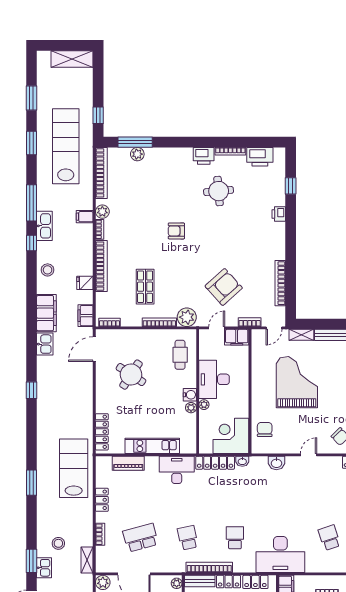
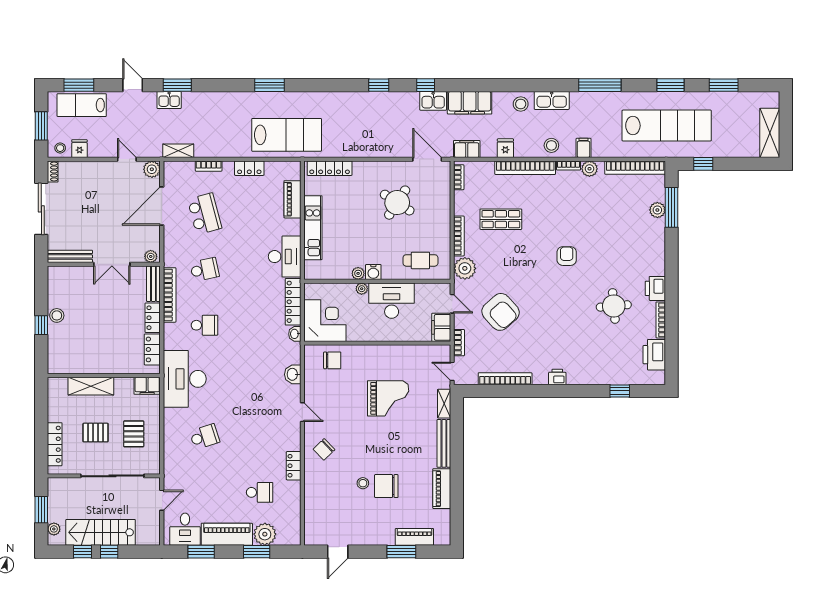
printer: (279, 214) -> (557, 377), moved
kitchen sink: (44, 226) -> (552, 100), moved
window: (31, 243) -> (426, 85), moved
grand piano: (297, 382) -> (388, 398), width x0.73, depth x0.68
stool: (58, 543) -> (551, 145), moved

